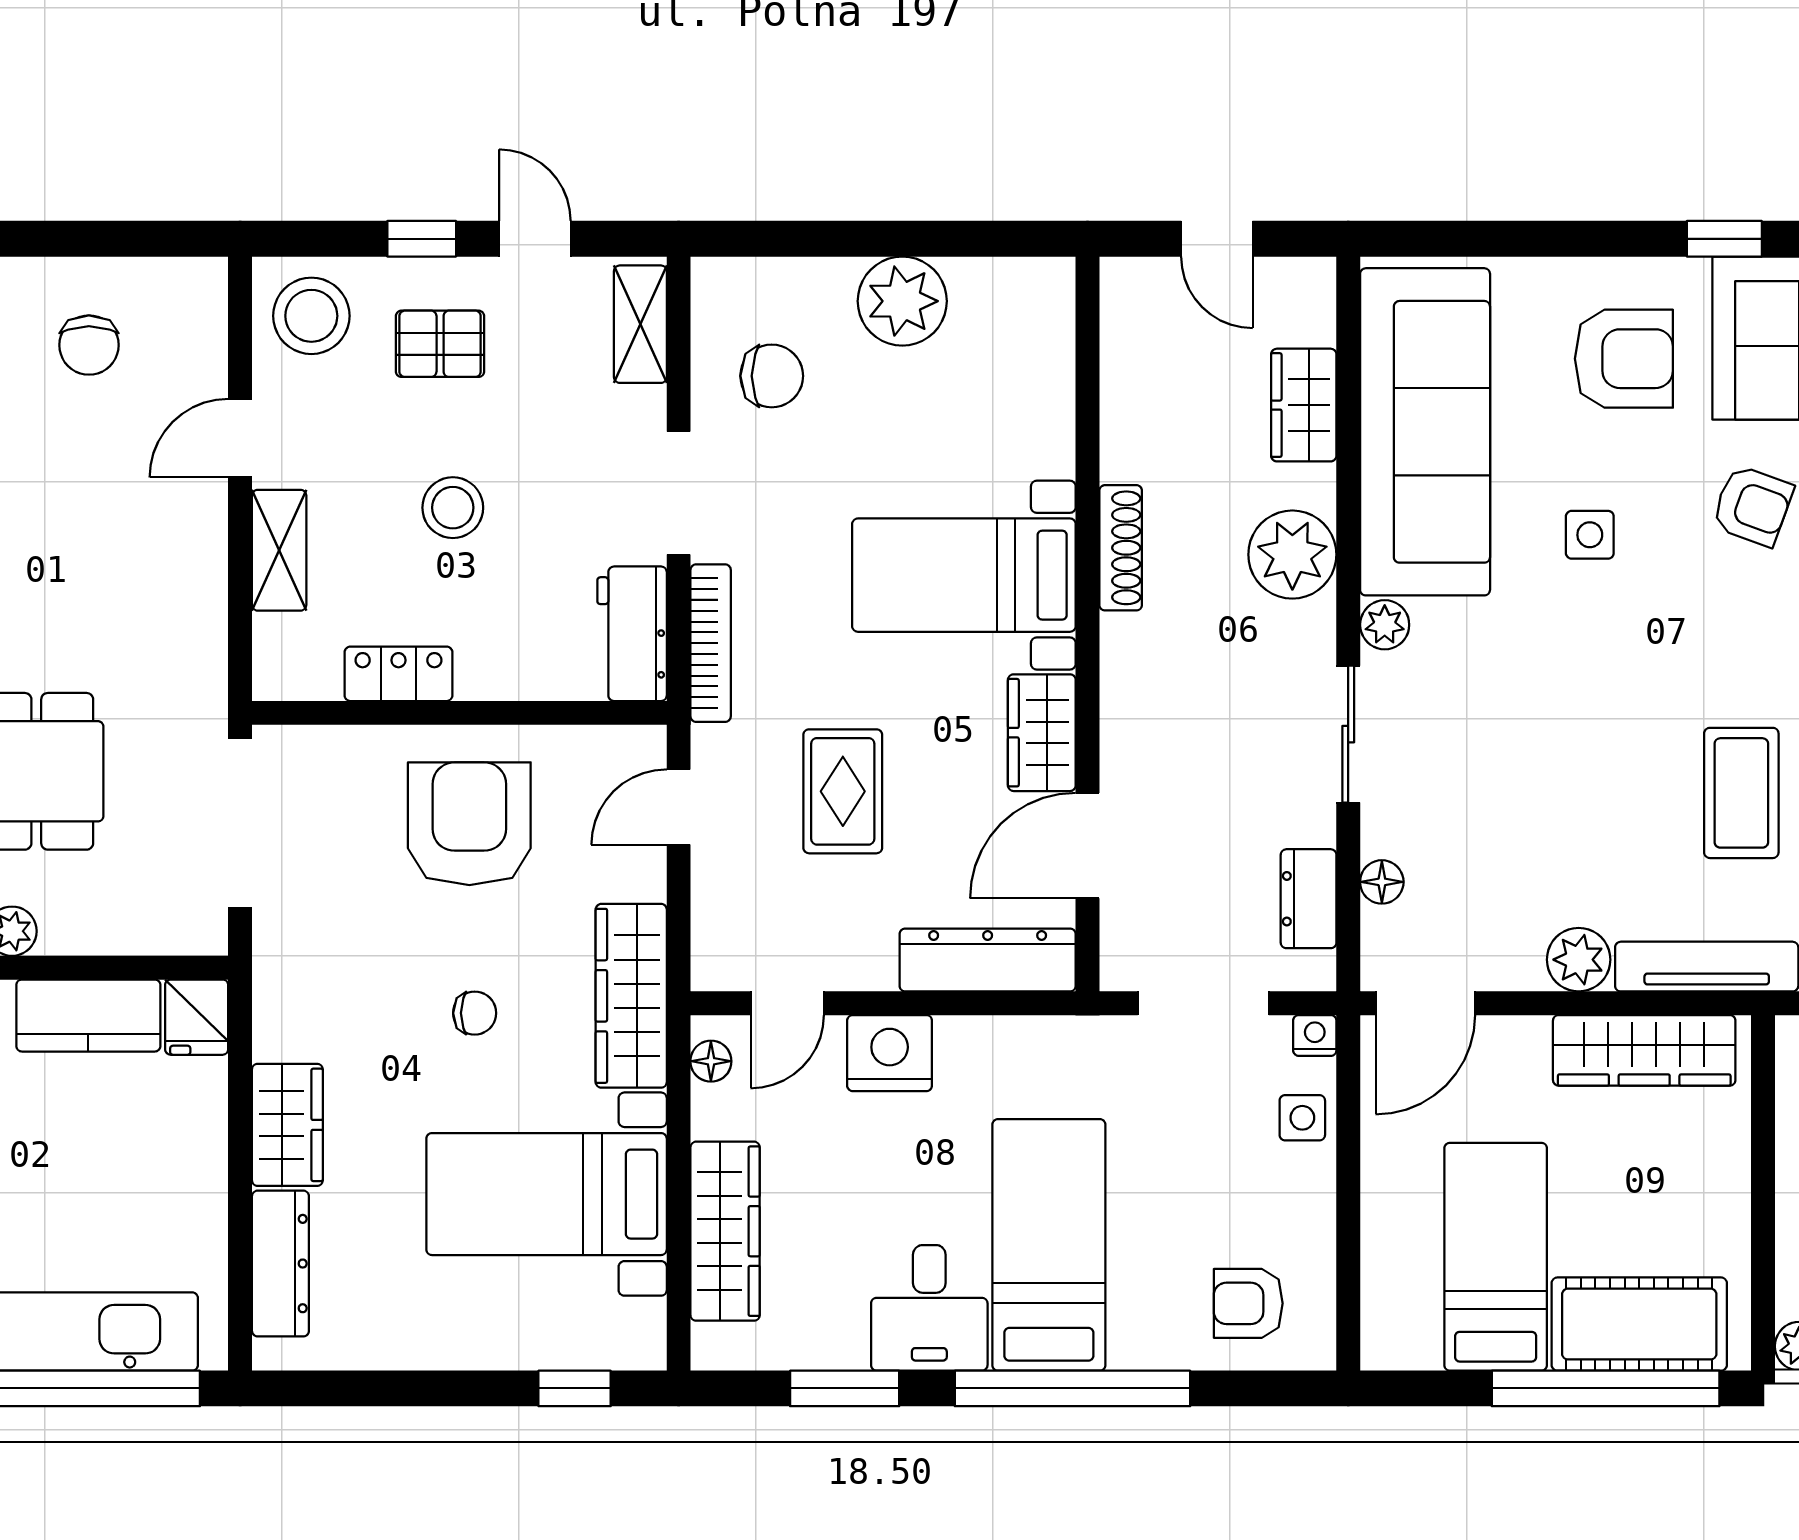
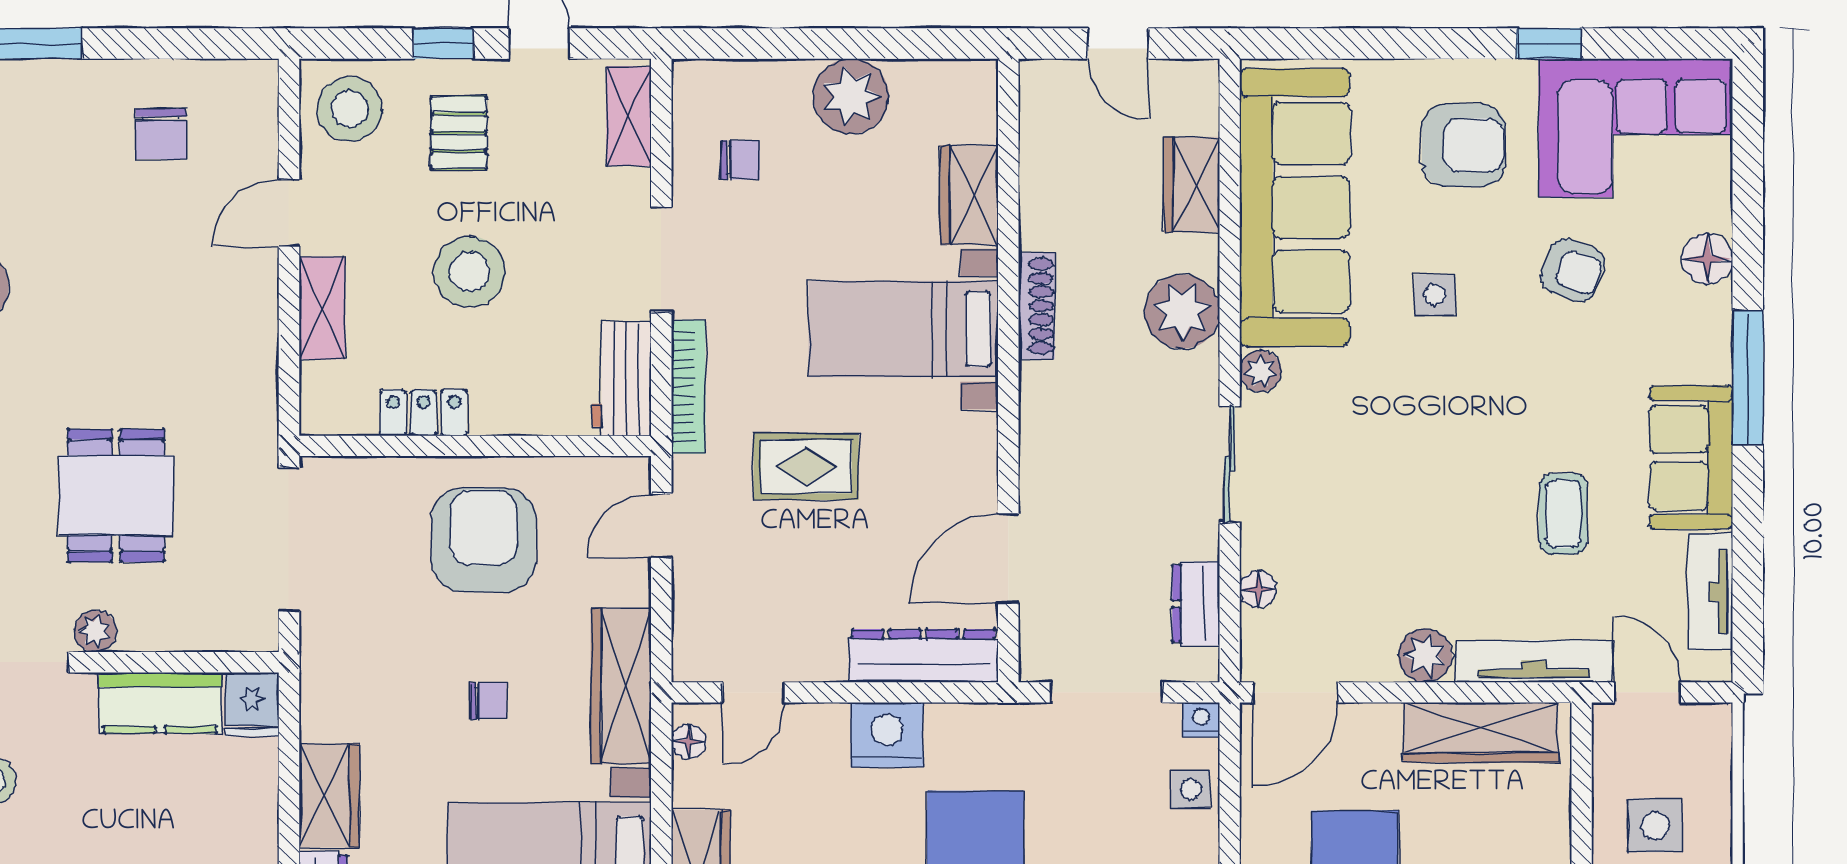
pallet: (440, 344) -> (459, 133), turned 90
chair: (772, 376) -> (740, 160), width x0.73, depth x0.73
stool: (453, 508) -> (470, 272), width x1.38, depth x1.38
wardrobe: (1042, 733) -> (969, 195), moved
rug: (843, 791) -> (806, 466), moved, turned 90
coffee table: (1741, 793) -> (1563, 514), width x0.73, depth x0.77
nightstand: (890, 1053) -> (887, 735), moved

